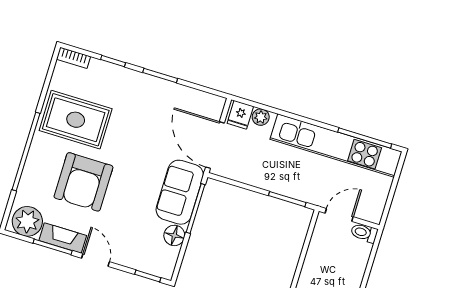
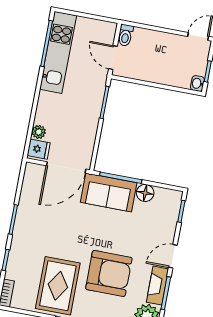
kitchen unit: (336, 145) -> (58, 52), width x0.73

